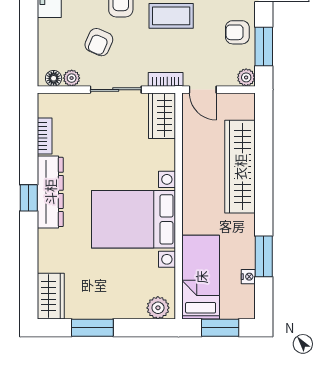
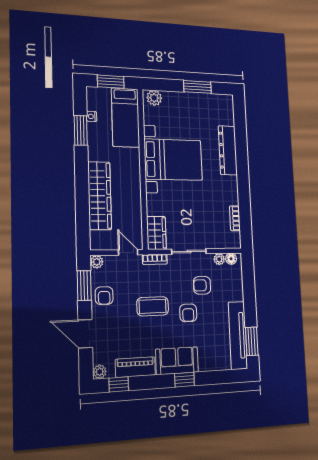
armchair: (237, 32) -> (104, 296), turned 90
armchair: (99, 42) -> (202, 285), turned -113
dresser: (50, 192) -> (228, 150), moved
window: (29, 198) -> (243, 176), removed
wardrobe: (51, 296) -> (225, 110), removed

